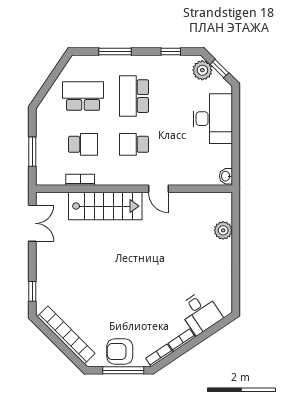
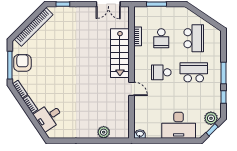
window: (115, 52) -> (224, 73), moved
school desk: (134, 144) -> (161, 72), turned -90
door: (159, 189) -> (131, 89), swing flipped

